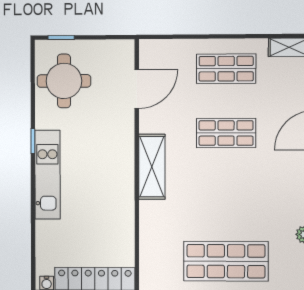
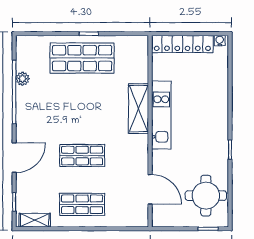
door: (137, 89) -> (150, 189), swing flipped
shelving: (152, 167) -> (138, 109), moved
kitchen unit: (47, 175) -> (161, 115), moved, turned 180

